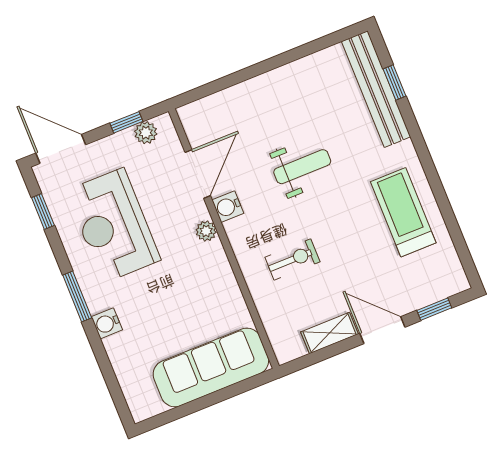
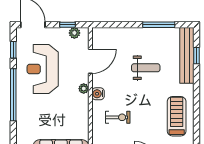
window: (299, 53) -> (159, 25), added
weight bench: (302, 167) -> (146, 68), moved
water cooler: (228, 207) -> (98, 94), moved
window: (77, 296) -> (13, 95), width x2.11
water cooler: (107, 323) -> (22, 112), removed

